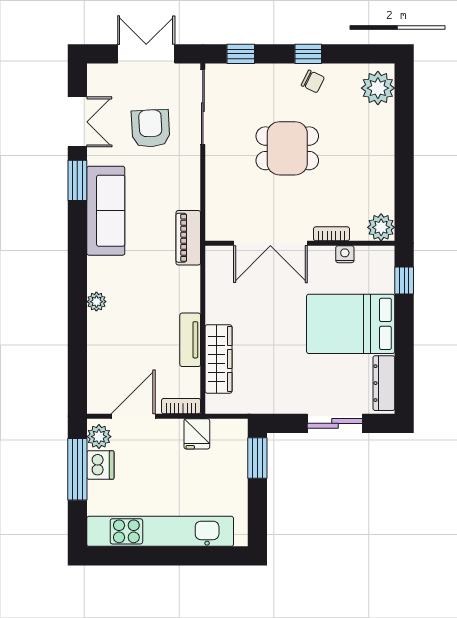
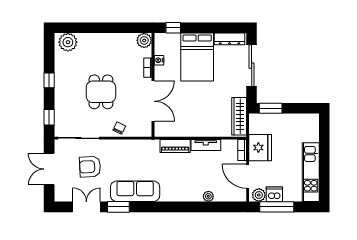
chair: (313, 81) -> (119, 128), moved
piano: (188, 238) -> (175, 146), moved
plant: (96, 302) -> (208, 196), moved
wardrobe: (219, 359) -> (239, 116), moved, turned -90
sliding door: (335, 423) -> (252, 66), width x1.37
fridge: (197, 434) -> (260, 148), width x1.88, depth x1.34
kitchen unit: (160, 531) -> (311, 172), width x0.73

